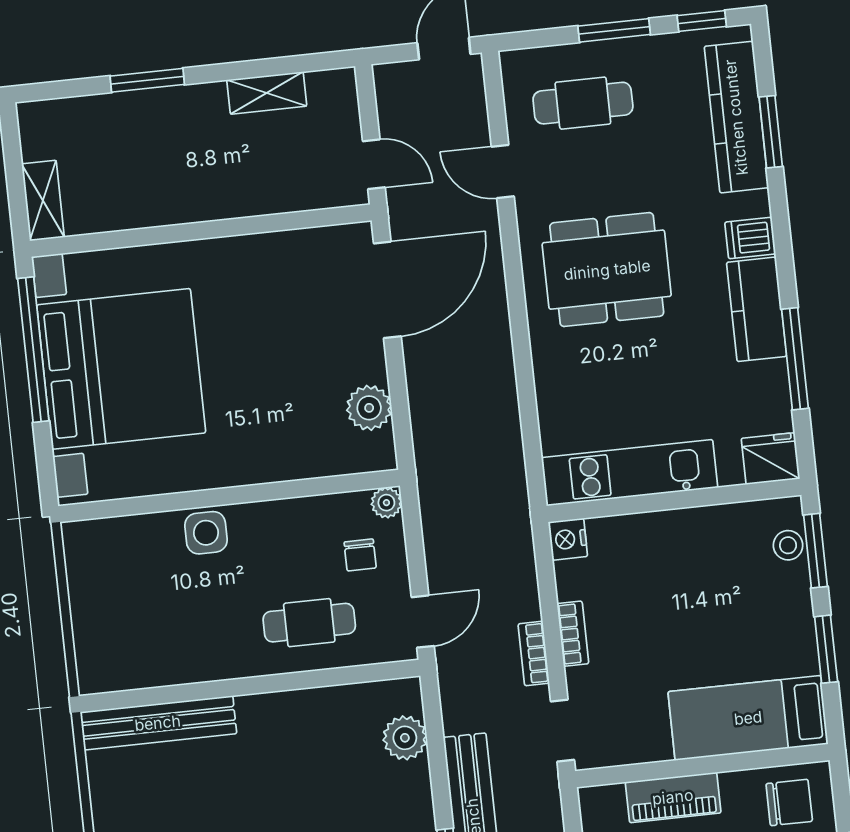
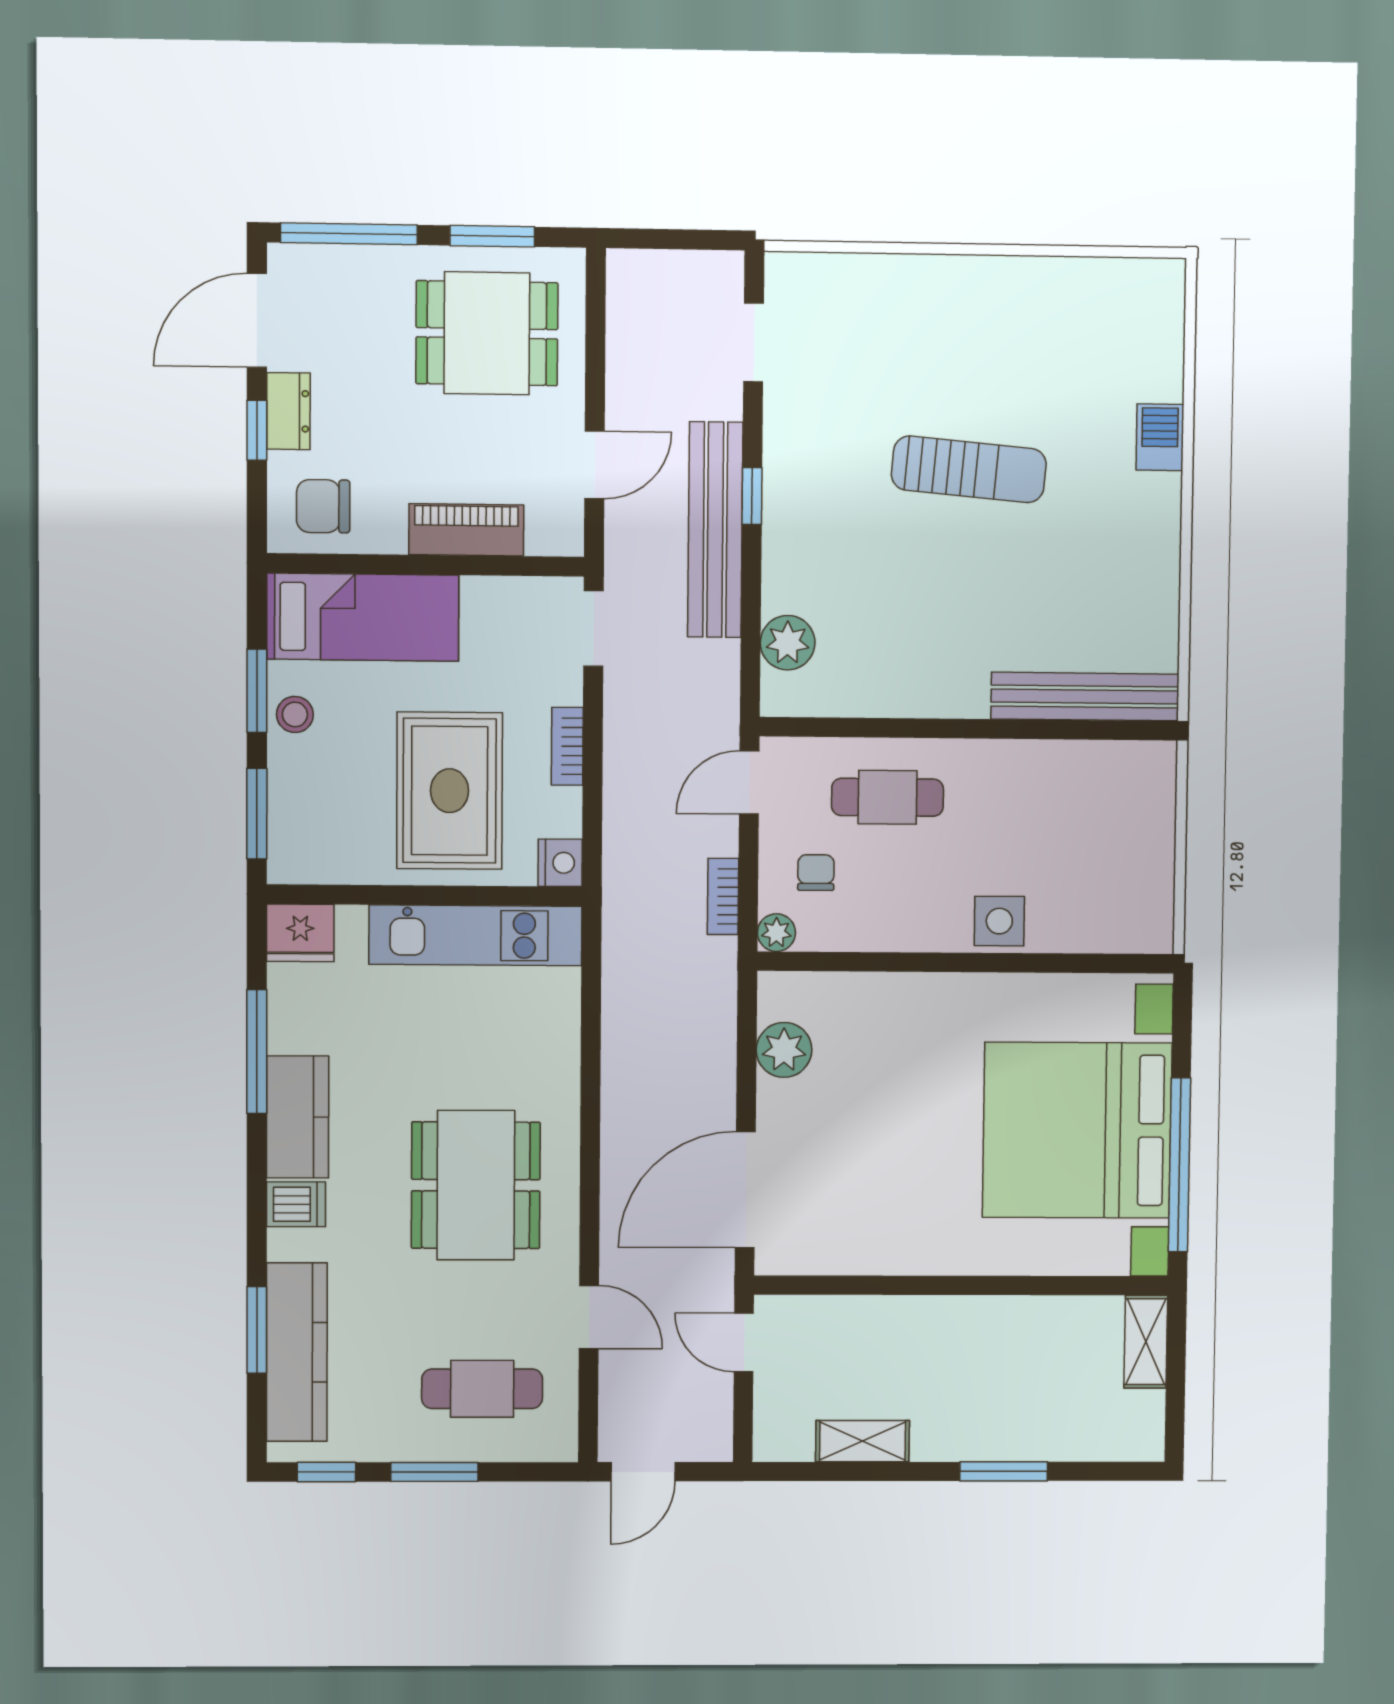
dining table: (607, 270) -> (476, 1185), turned 90
stool: (788, 545) -> (295, 714), moved
rug: (663, 587) -> (450, 791), added
bookcase: (534, 653) -> (723, 896), moved, turned 180

